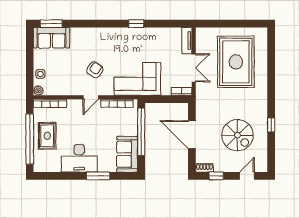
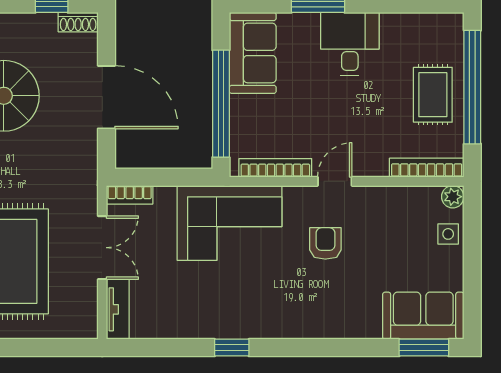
double door: (194, 68) -> (102, 248), swing flipped
armchair: (95, 70) -> (325, 243), turned 146
desk: (79, 158) -> (350, 44), width x0.73

